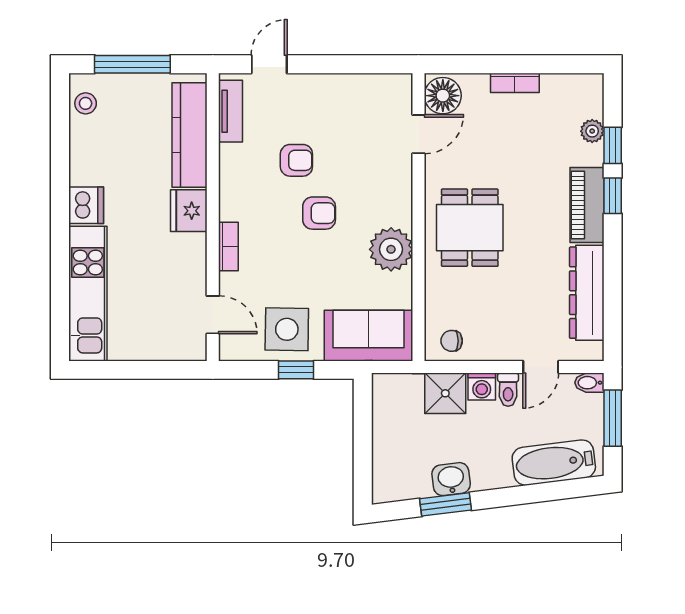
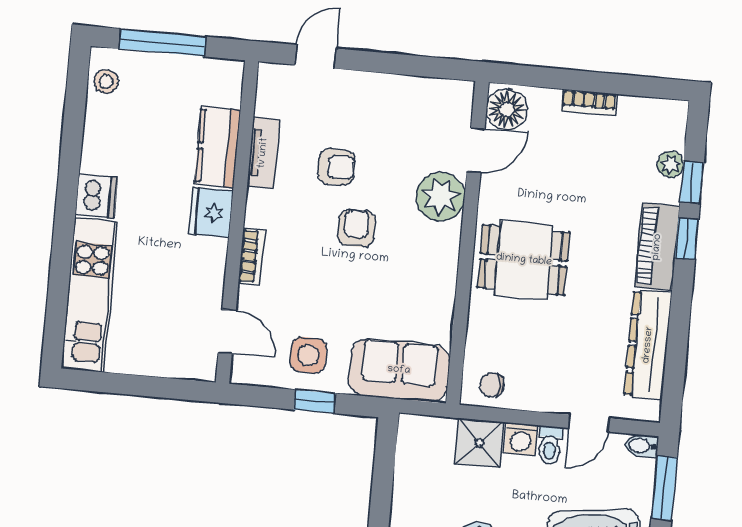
tv unit: (231, 111) -> (263, 153), moved
kitchen counter: (189, 135) -> (217, 147), width x0.67
armchair: (319, 213) -> (356, 228), turned -90
dining table: (470, 228) -> (524, 260), turned 90
plant: (391, 249) -> (440, 197), moved
side table: (287, 329) -> (308, 355), width x0.73, depth x0.73

